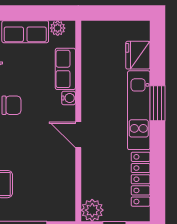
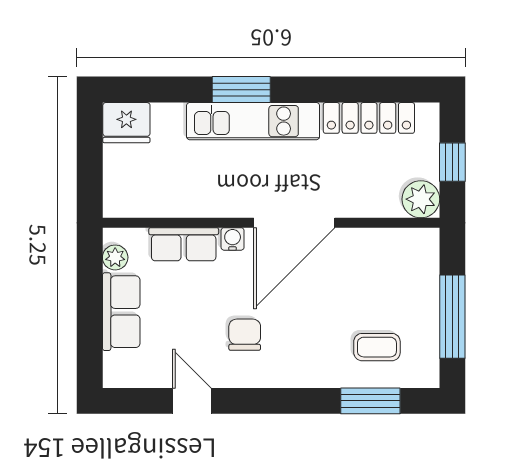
fridge: (138, 55) -> (126, 123), moved
door: (78, 135) -> (294, 223), width x1.87

